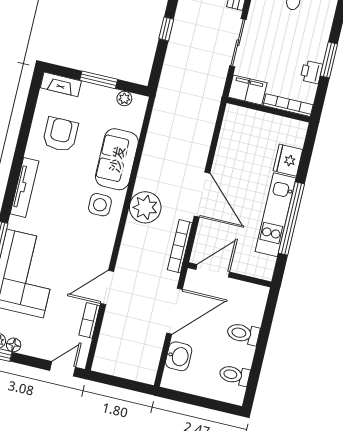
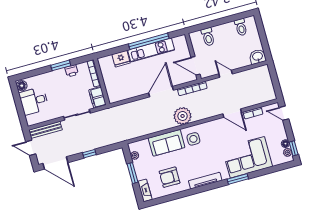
door: (174, 311) -> (226, 74), width x0.53
toilet: (243, 334) -> (208, 37), moved
washbasin: (179, 356) -> (258, 57), moved

